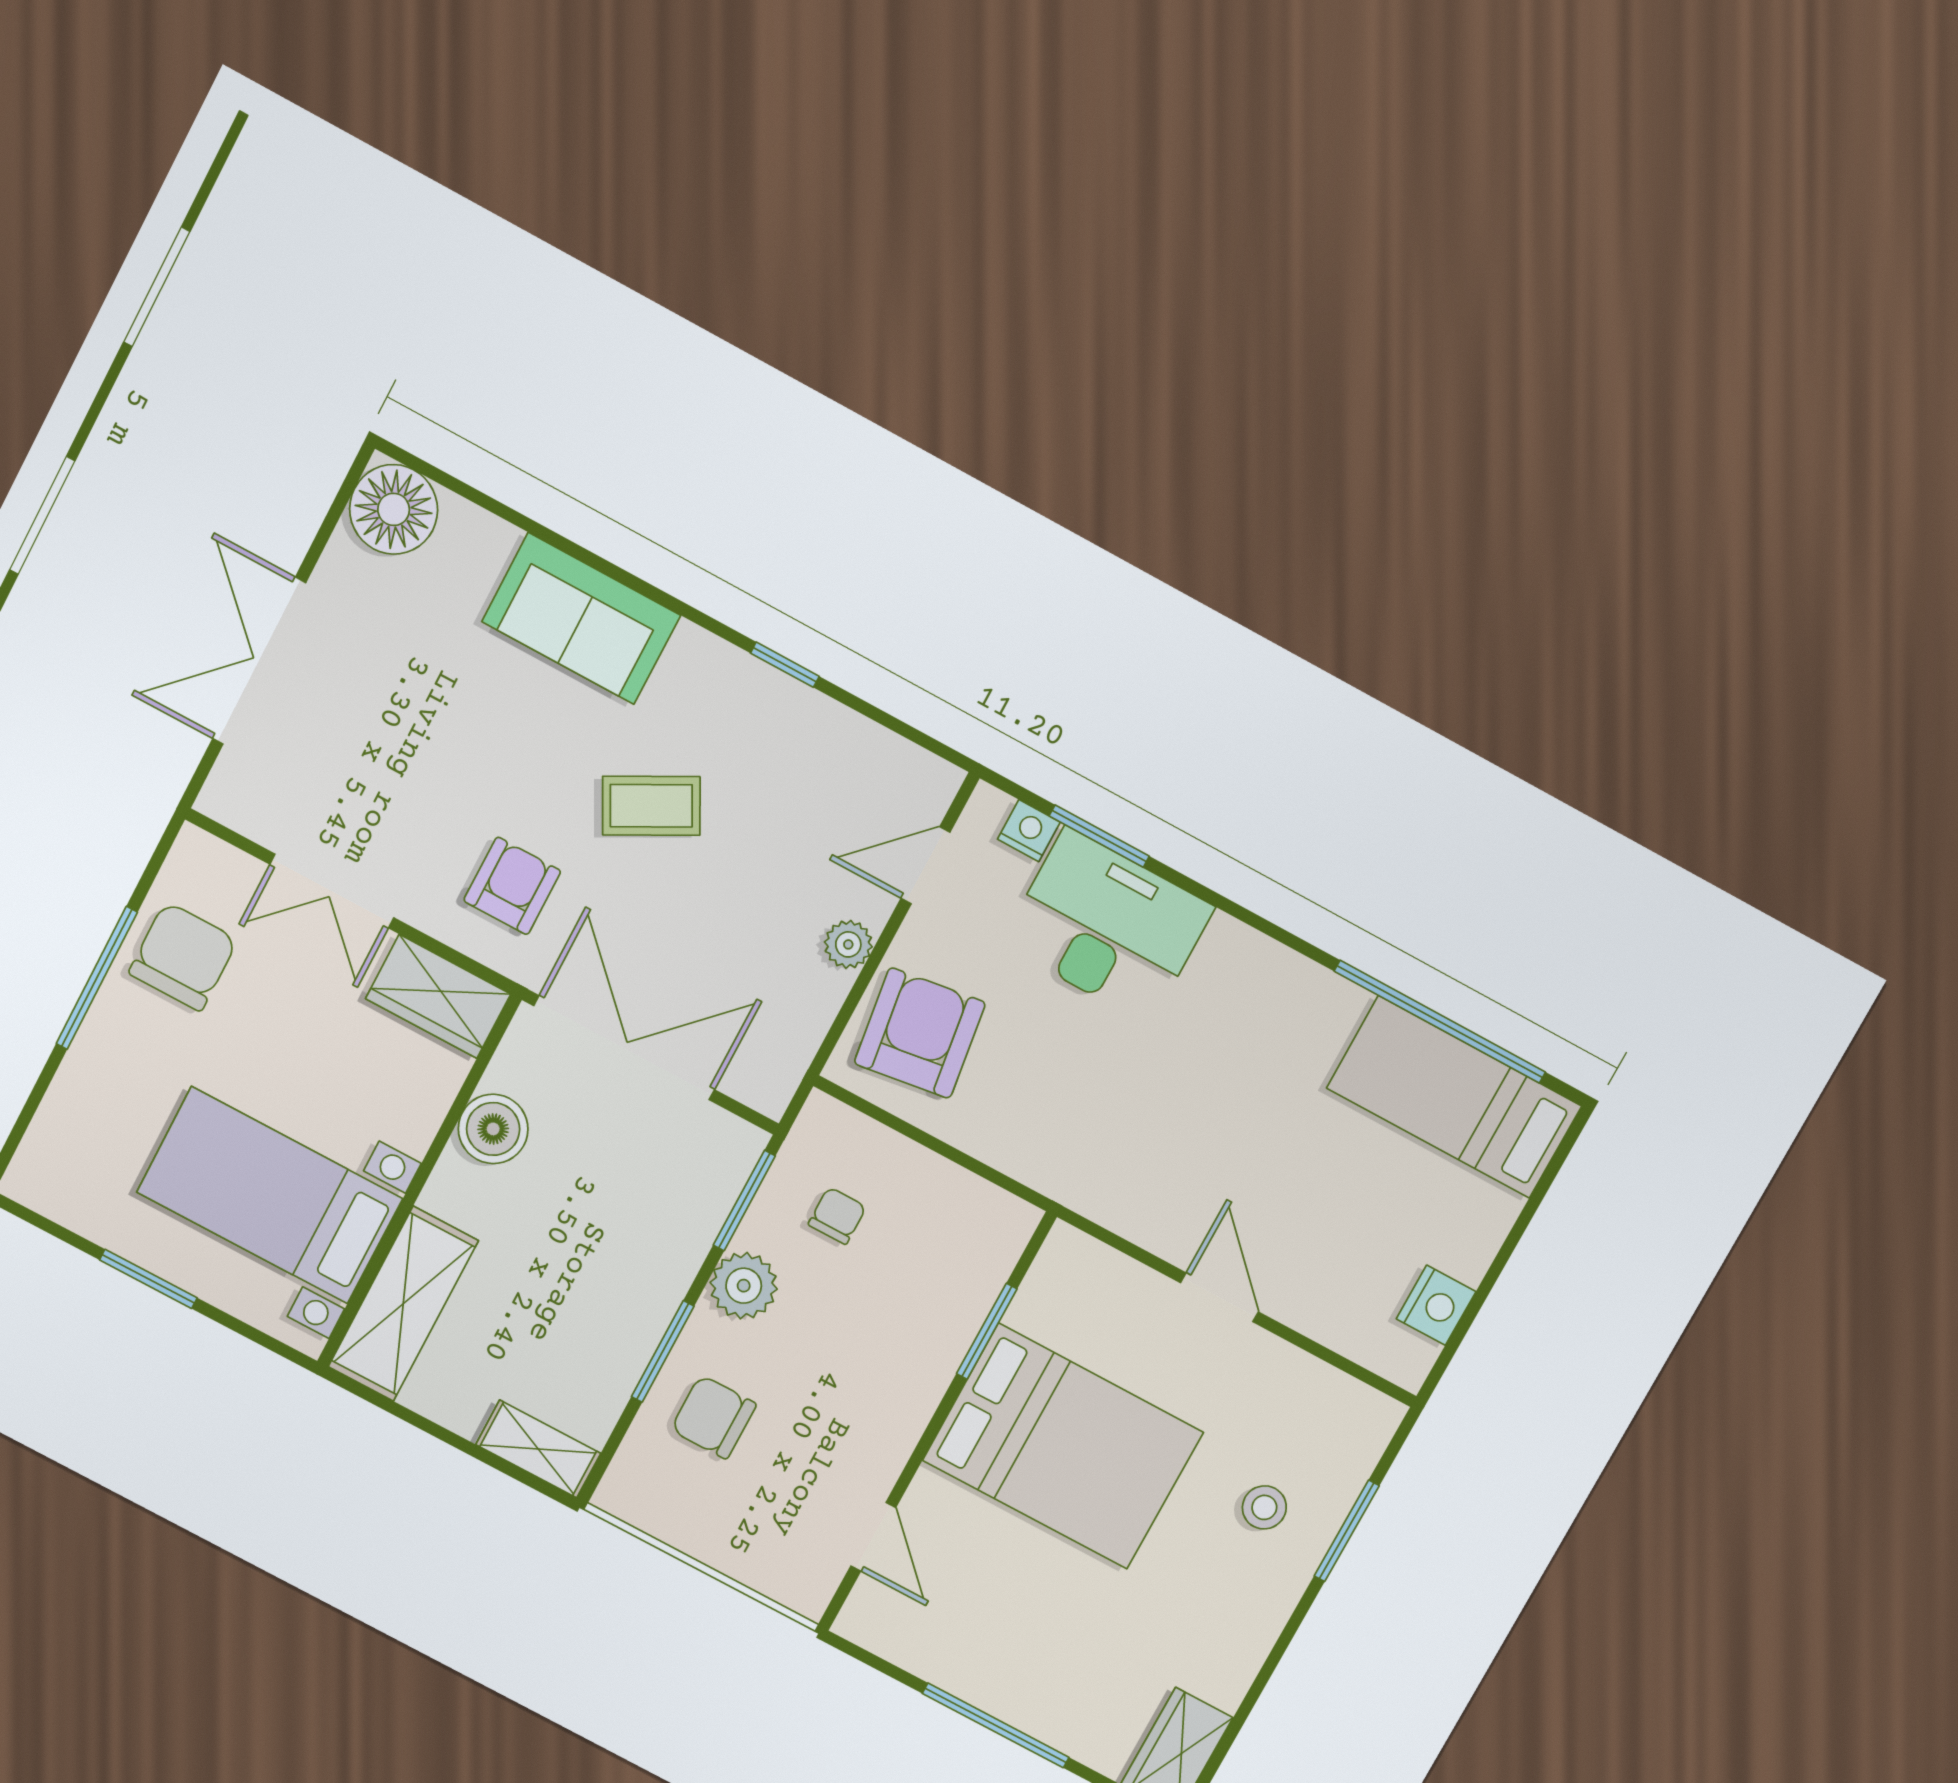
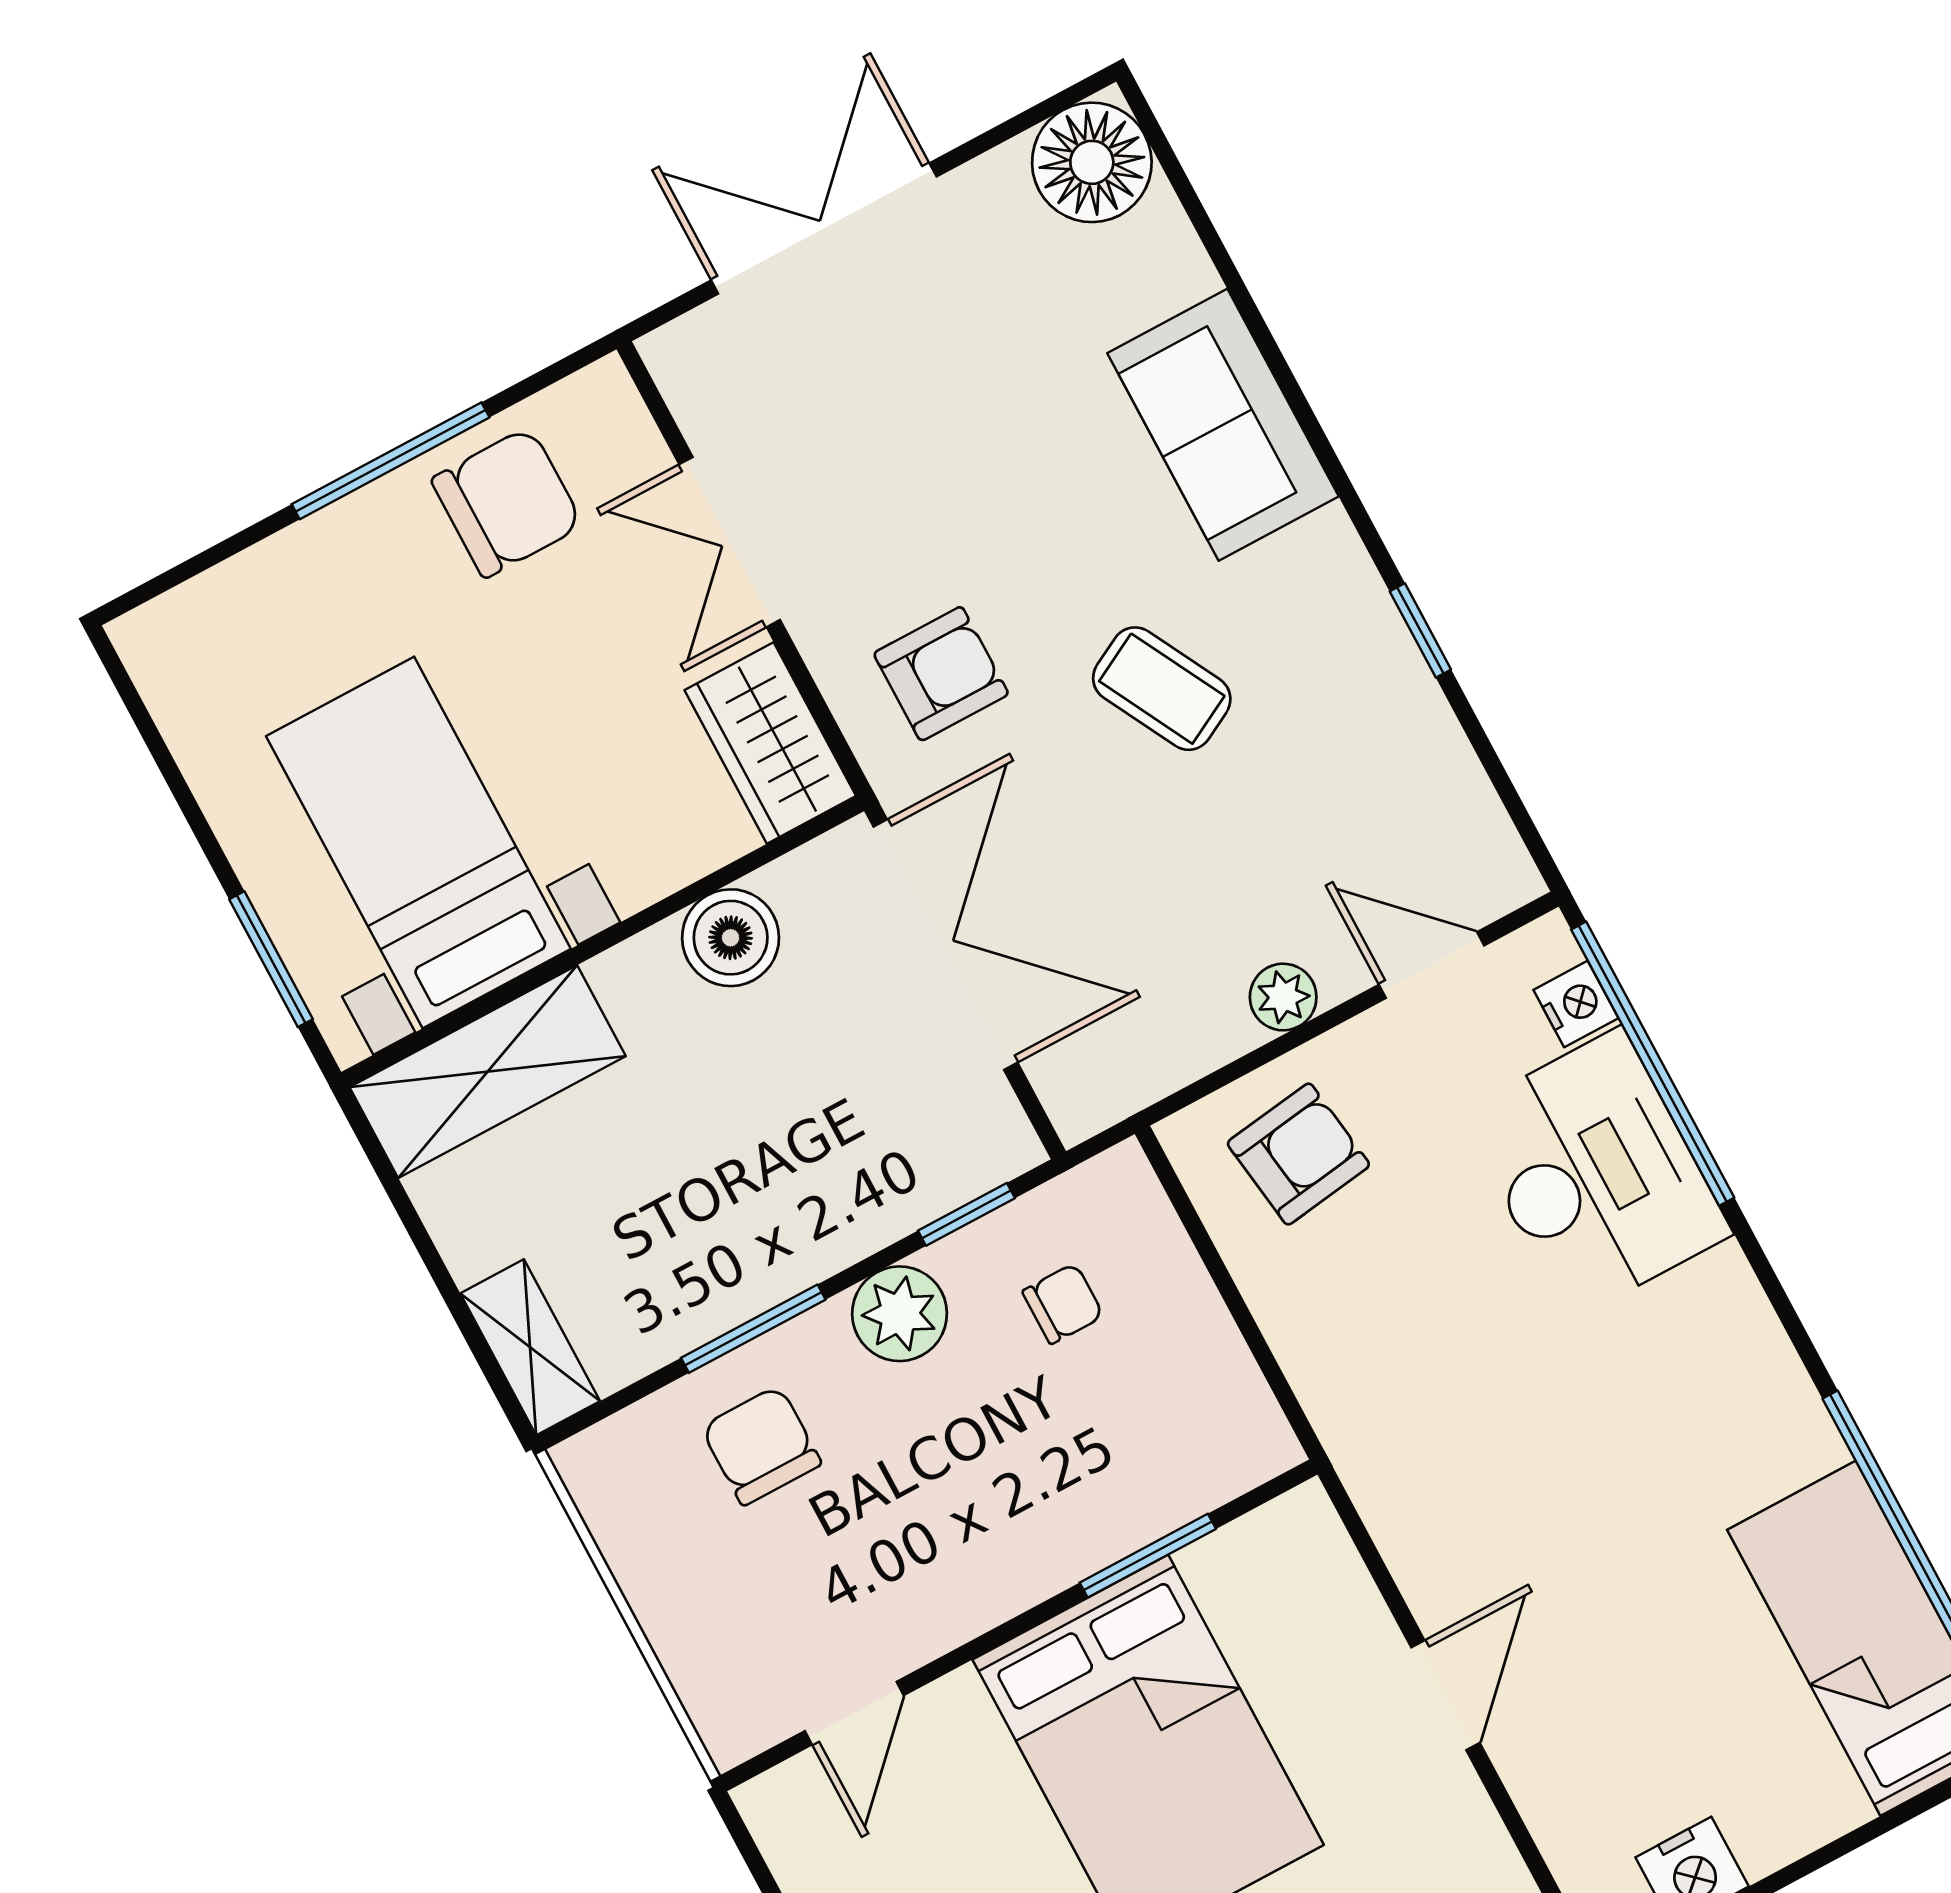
window: (1099, 836) -> (1653, 1064), width x2.11
armchair: (920, 1033) -> (1298, 1154), width x0.72, depth x0.72
window: (744, 1201) -> (966, 1214), width x0.67
window: (148, 1279) -> (271, 959), moved

